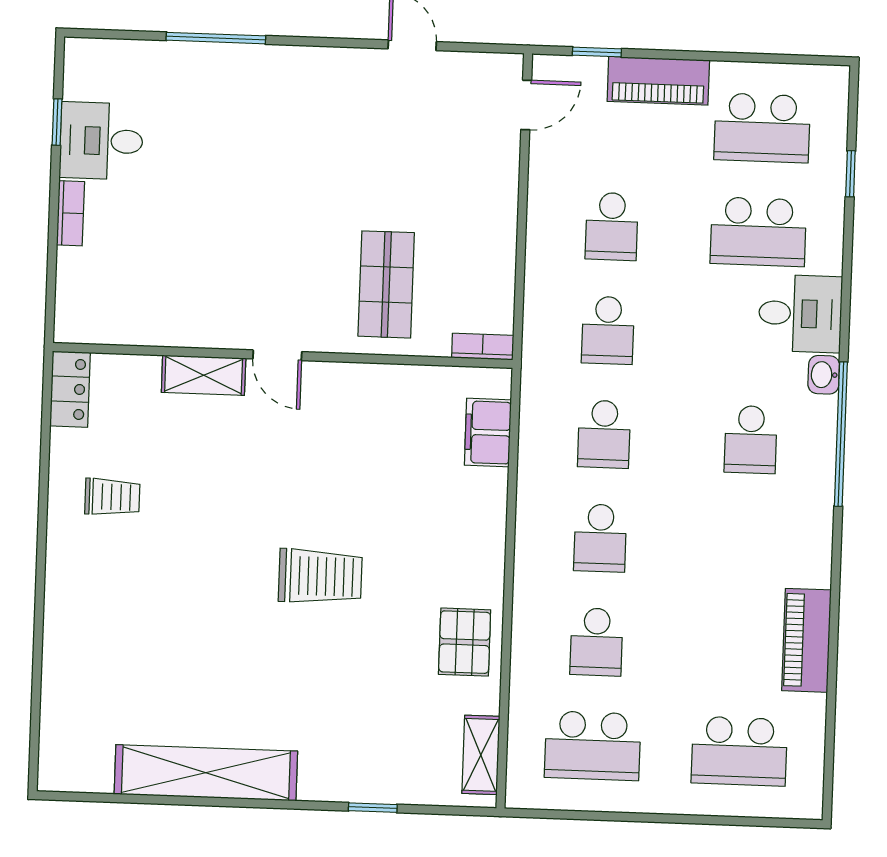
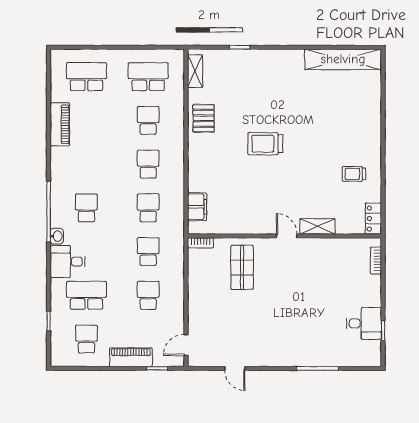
school desk: (762, 128) -> (86, 339), width x0.54
bookcase: (70, 213) -> (376, 260), moved
shelving: (206, 773) -> (343, 59), moved

